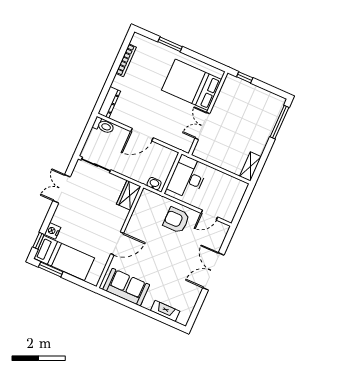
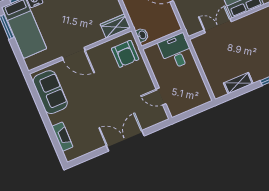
shelving: (250, 166) -> (238, 83), moved
desk: (188, 177) -> (176, 51), width x0.73
armchair: (176, 220) -> (125, 54), moved, turned 180

